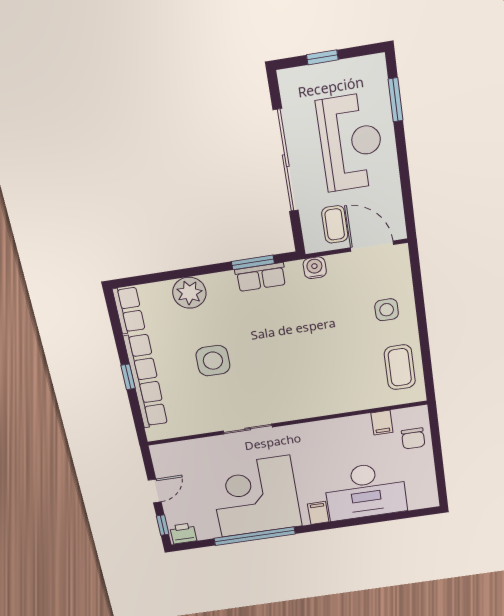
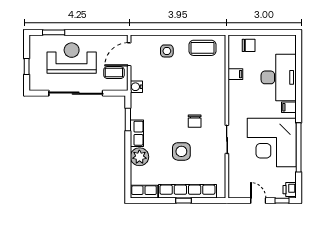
row of seats: (261, 277) -> (137, 133), moved
chair: (270, 374) -> (195, 121), added
filing cabinet: (382, 423) -> (235, 74), moved

